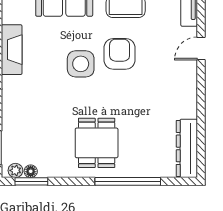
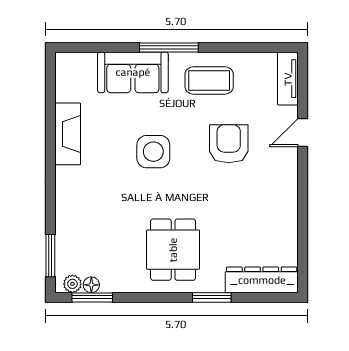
armchair: (120, 54) -> (229, 144), moved
dresser: (187, 148) -> (262, 280), moved, turned 90
window: (128, 181) -> (212, 297), width x0.47

